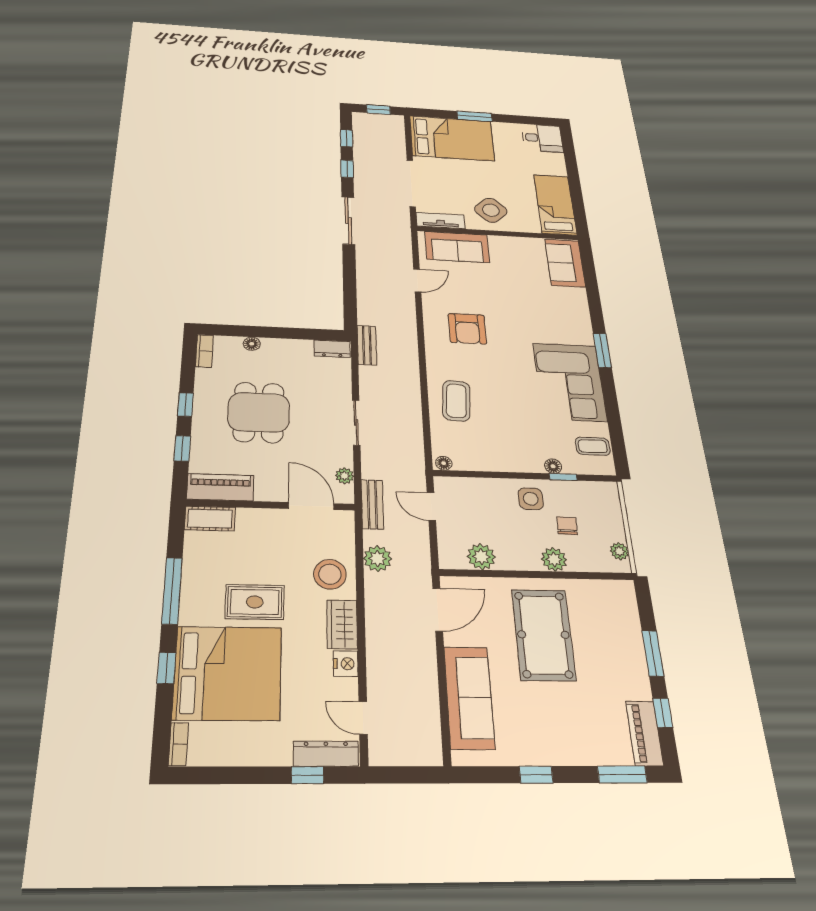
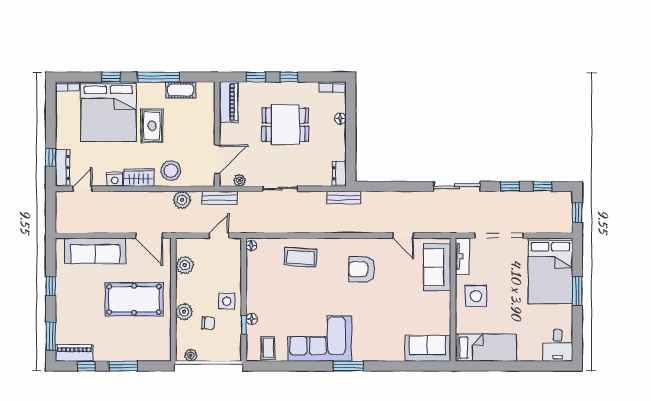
side table: (491, 210) -> (476, 296), turned 45
cot: (210, 519) -> (181, 90), moved, turned 90

